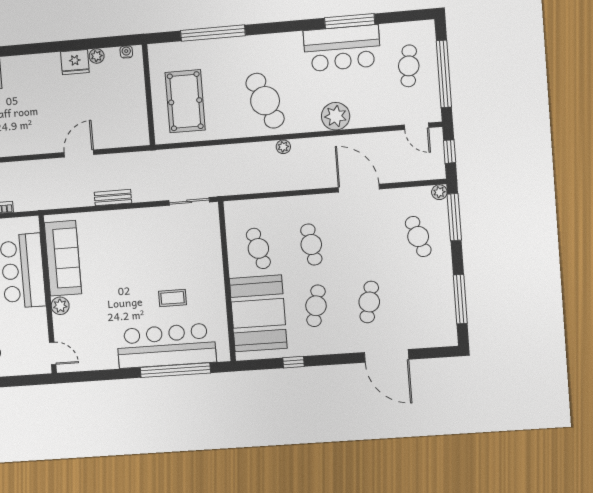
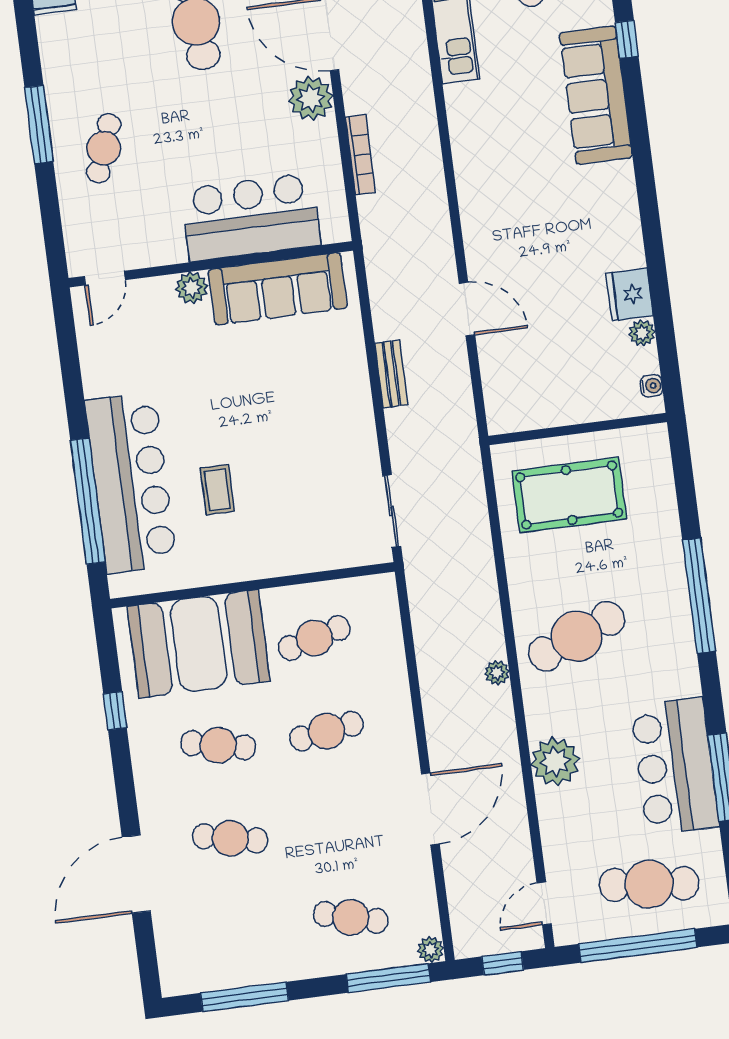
window: (213, 33) -> (699, 596), moved
cafe table: (409, 66) -> (649, 884), width x1.37, depth x1.35
cafe table: (418, 237) -> (351, 917), turned 33

